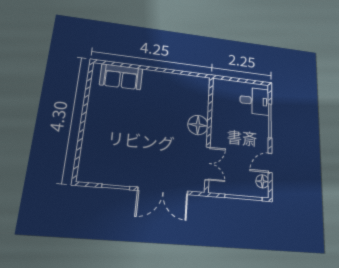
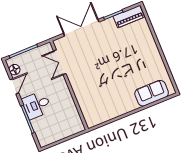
desk: (254, 101) -> (37, 105), moved
floor lamp: (198, 125) -> (80, 87), removed
piano: (98, 175) -> (129, 17), added

